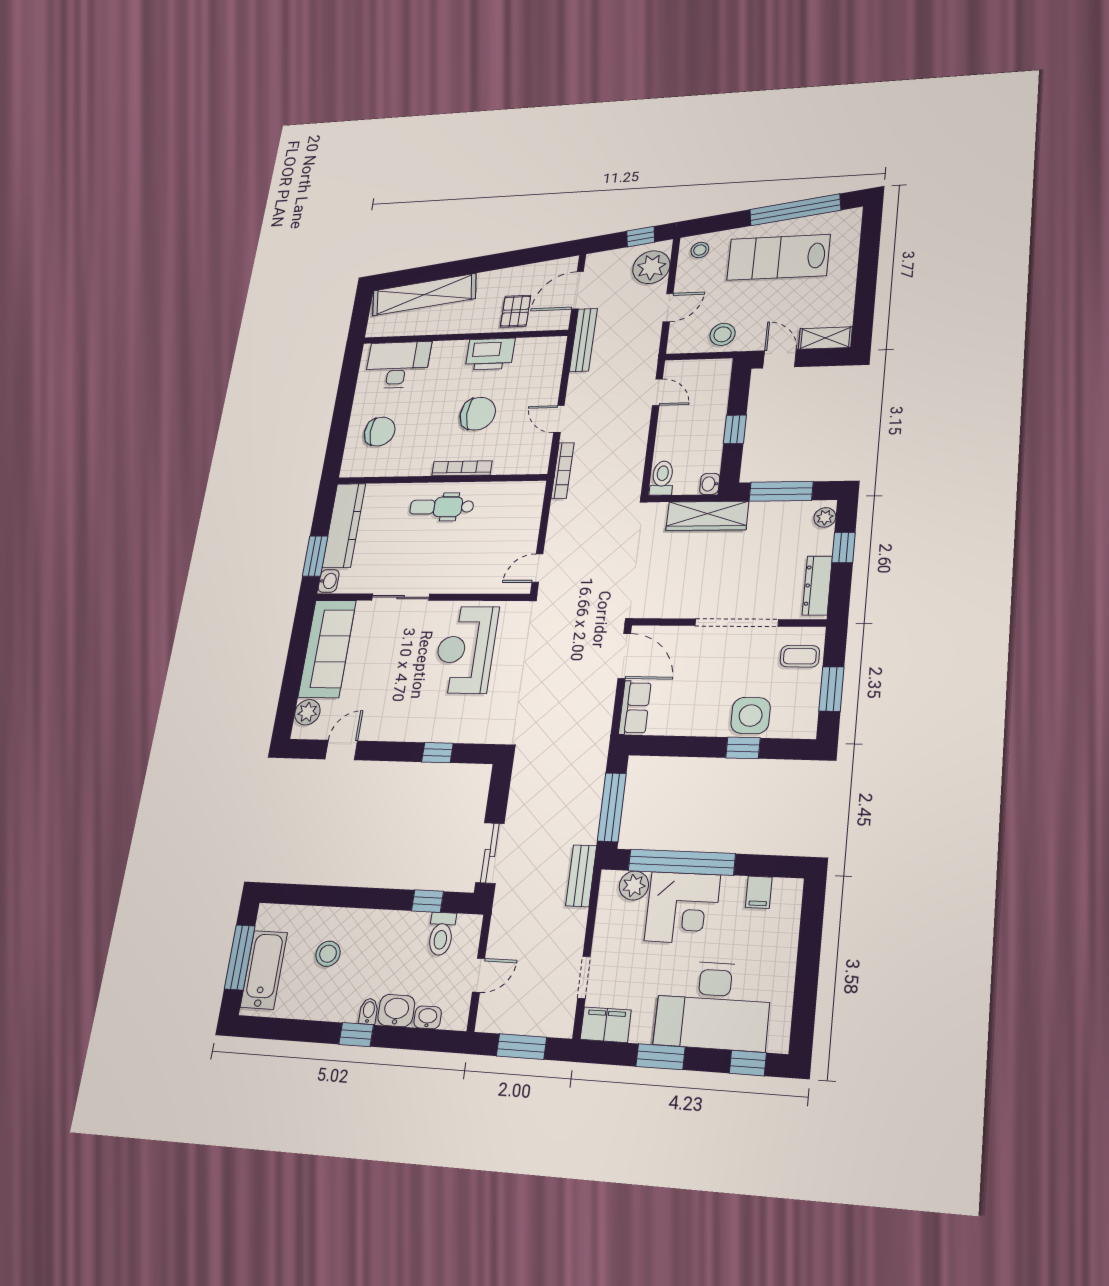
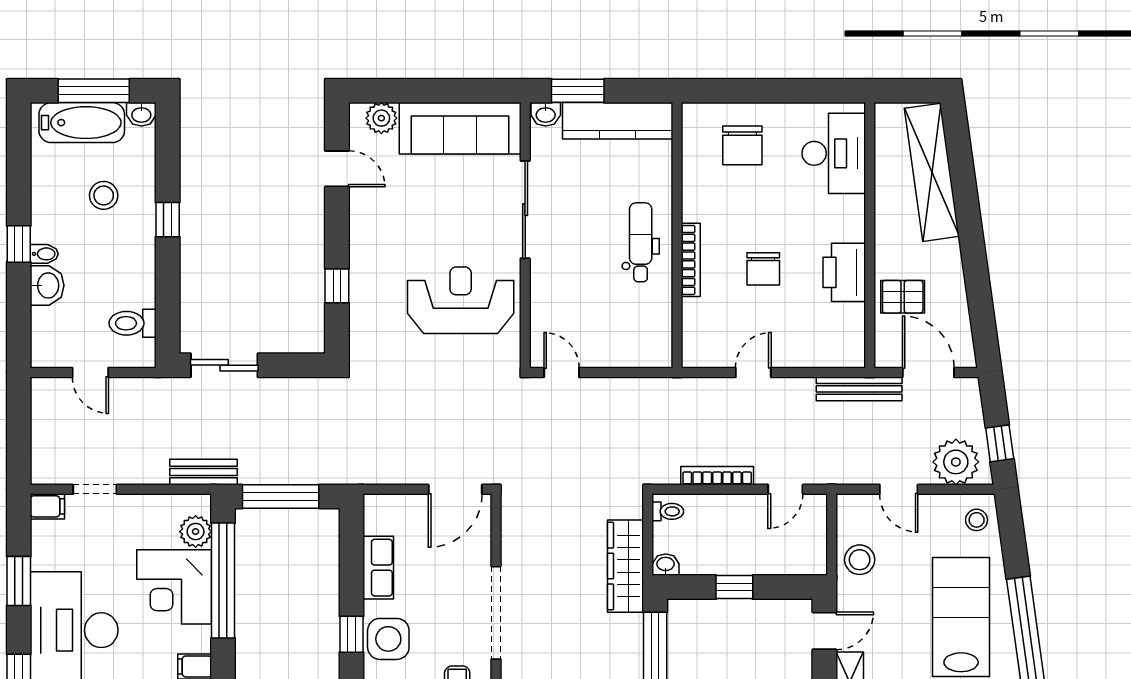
chair: (478, 414) -> (763, 269), width x0.73, depth x0.73
bookcase: (563, 471) -> (717, 476), moved, turned 180
toilet: (662, 478) -> (668, 511), width x0.73, depth x0.72
sliding door: (401, 597) -> (525, 210), width x1.37
row of seats: (635, 708) -> (378, 568), moved, turned -90
window: (428, 901) -> (168, 220), moved
washbasin: (428, 1017) -> (141, 114), moved, turned 90
filing cabinet: (606, 1025) -> (47, 506), width x0.50
window: (521, 1047) -> (19, 431), removed

